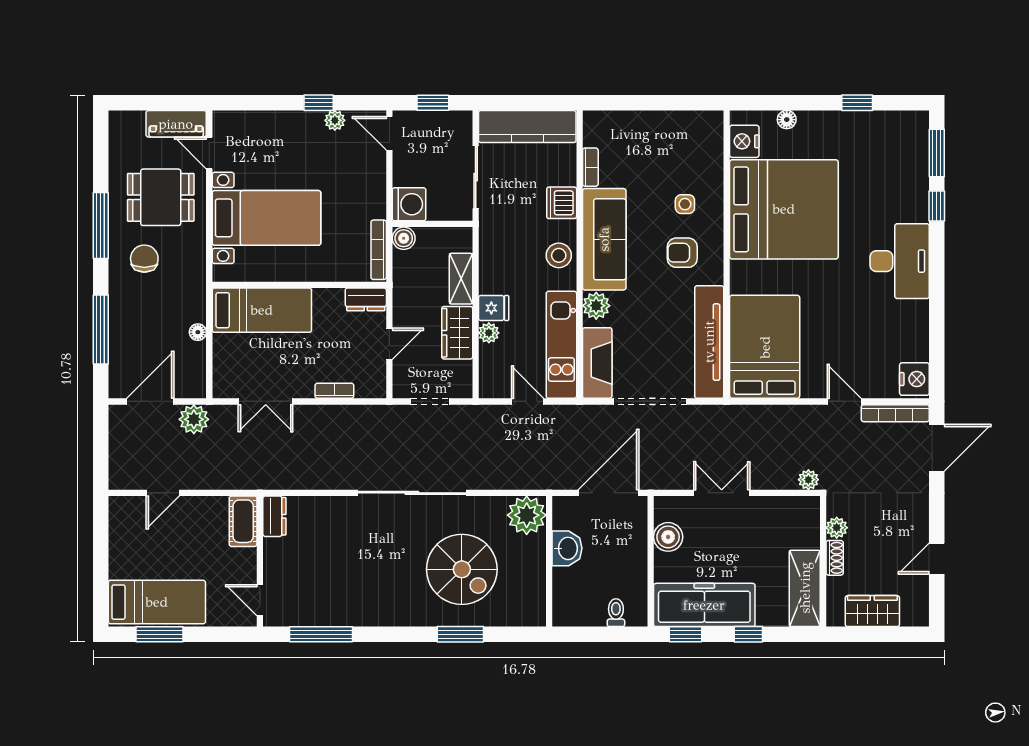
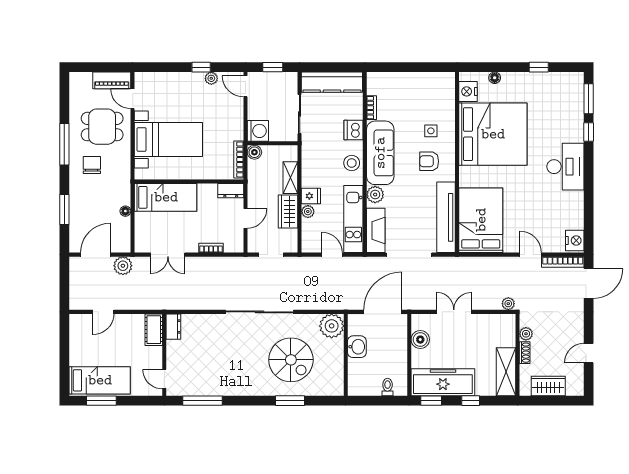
window: (101, 329) -> (64, 209), width x0.69

